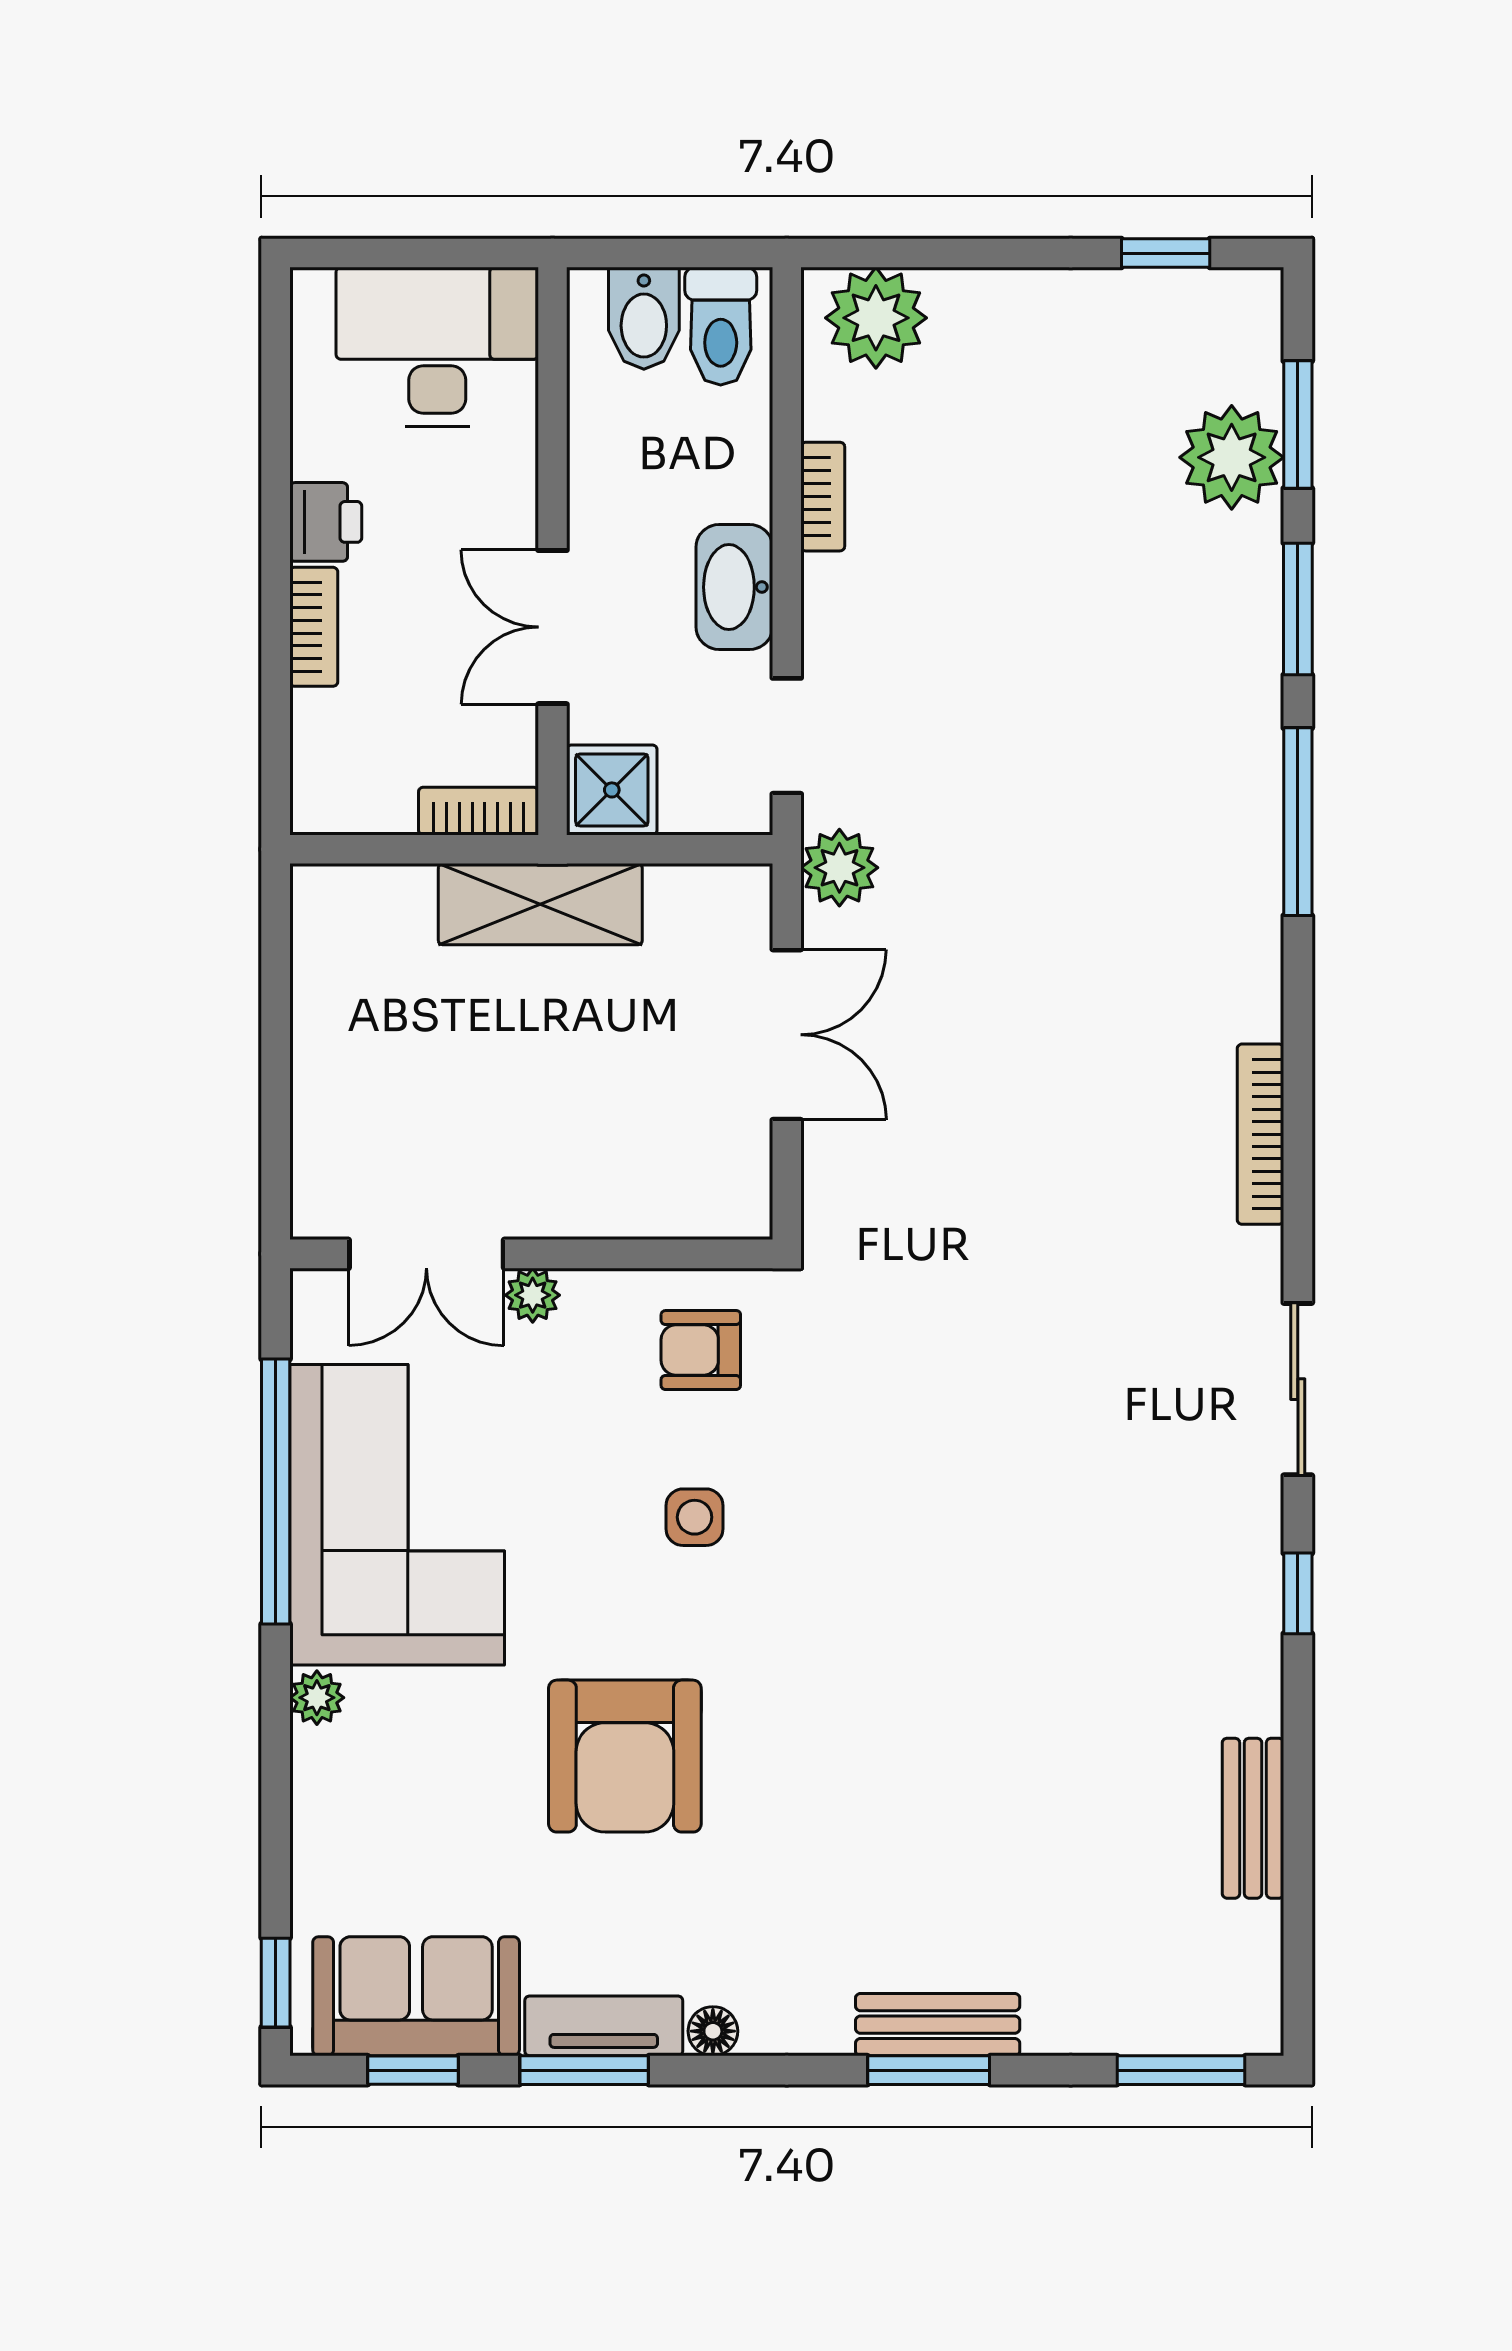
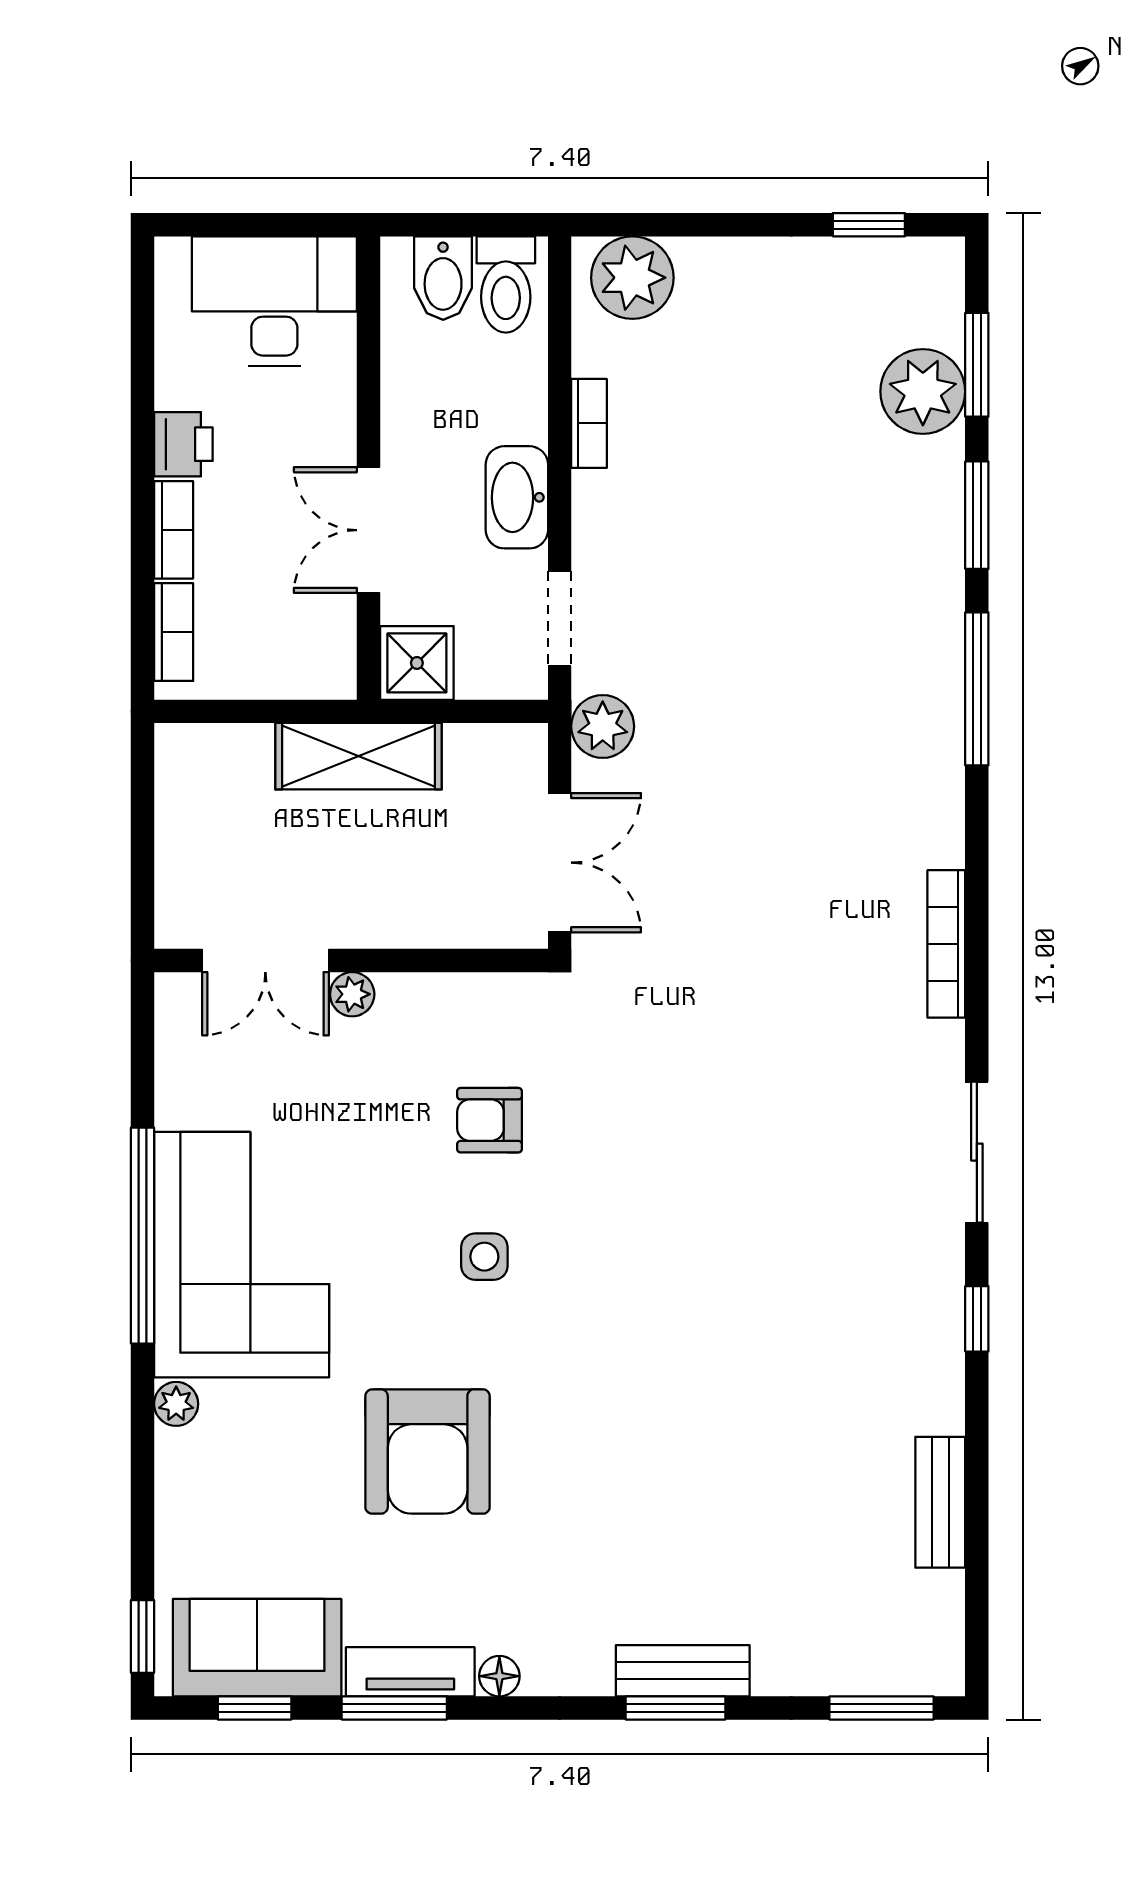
bookcase: (478, 811) -> (174, 632), moved, turned 90
double door: (426, 1254) -> (265, 961), moved
wall: (531, 1254) -> (351, 961), moved
plant: (533, 1295) -> (352, 994), moved

